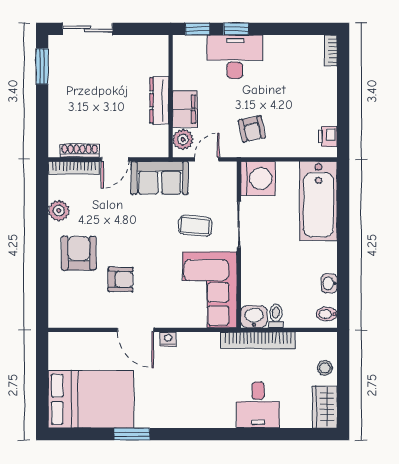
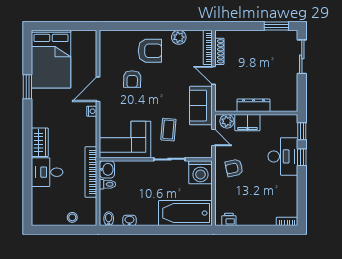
wardrobe: (325, 407) -> (40, 142), moved, turned 90

